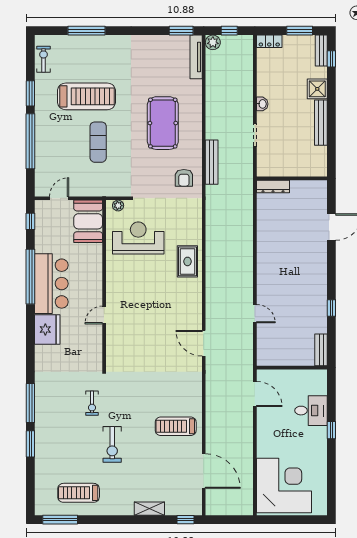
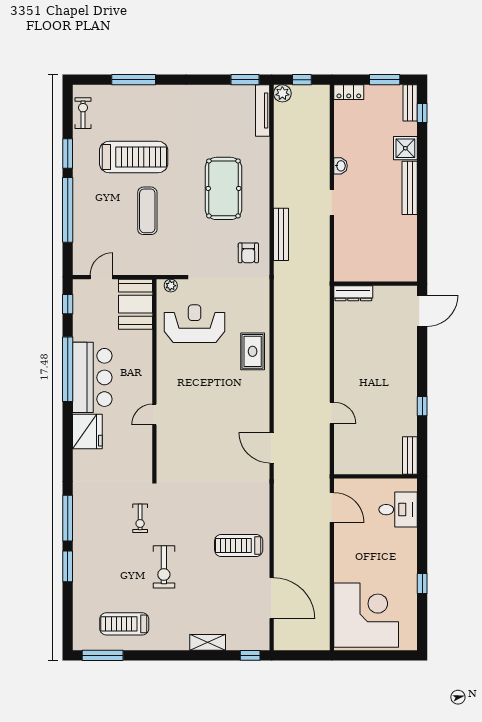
wall: (292, 178) -> (376, 284), moved
dresser: (273, 186) -> (353, 293), moved
desk: (311, 411) -> (398, 510), moved
window: (331, 430) -> (422, 584), moved

